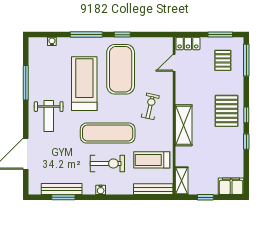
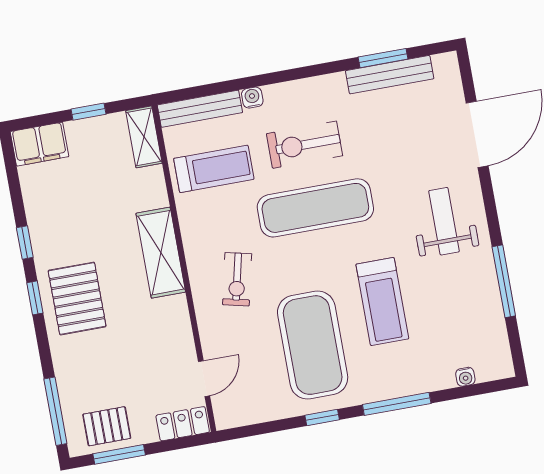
pallet: (223, 60) -> (107, 426), moved, turned 90
treadmill: (84, 84) -> (382, 302), width x0.73, depth x0.73
water cooler: (101, 190) -> (252, 98), moved

